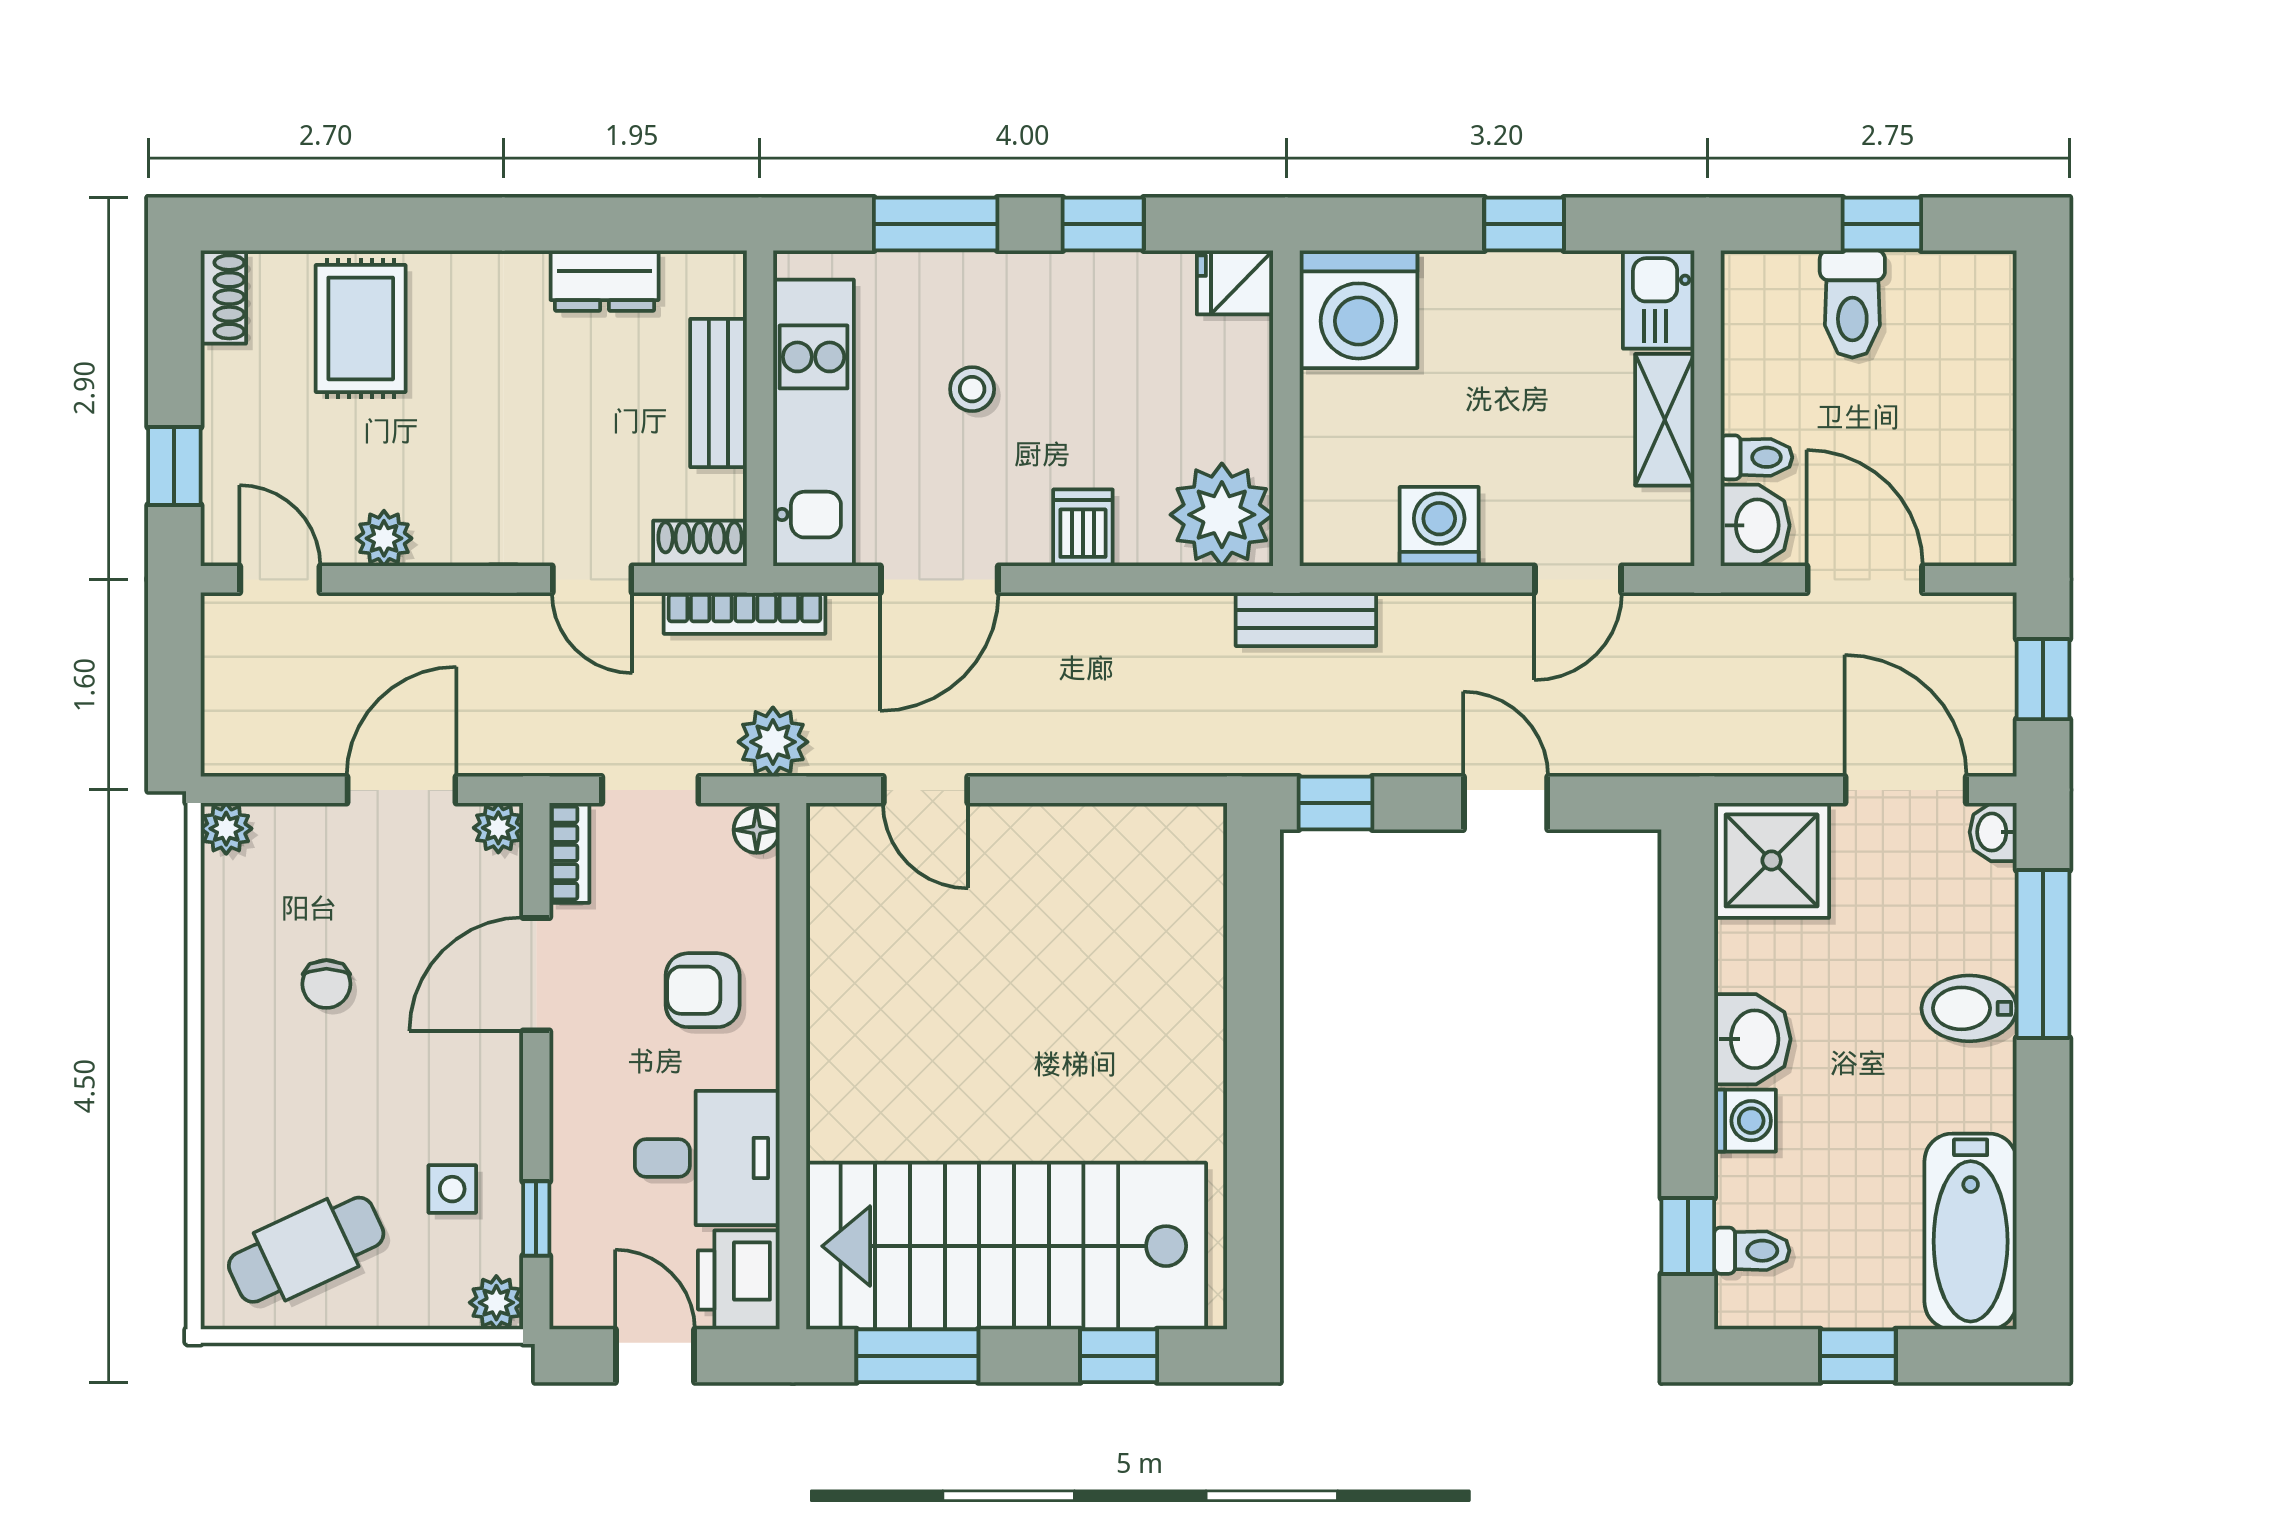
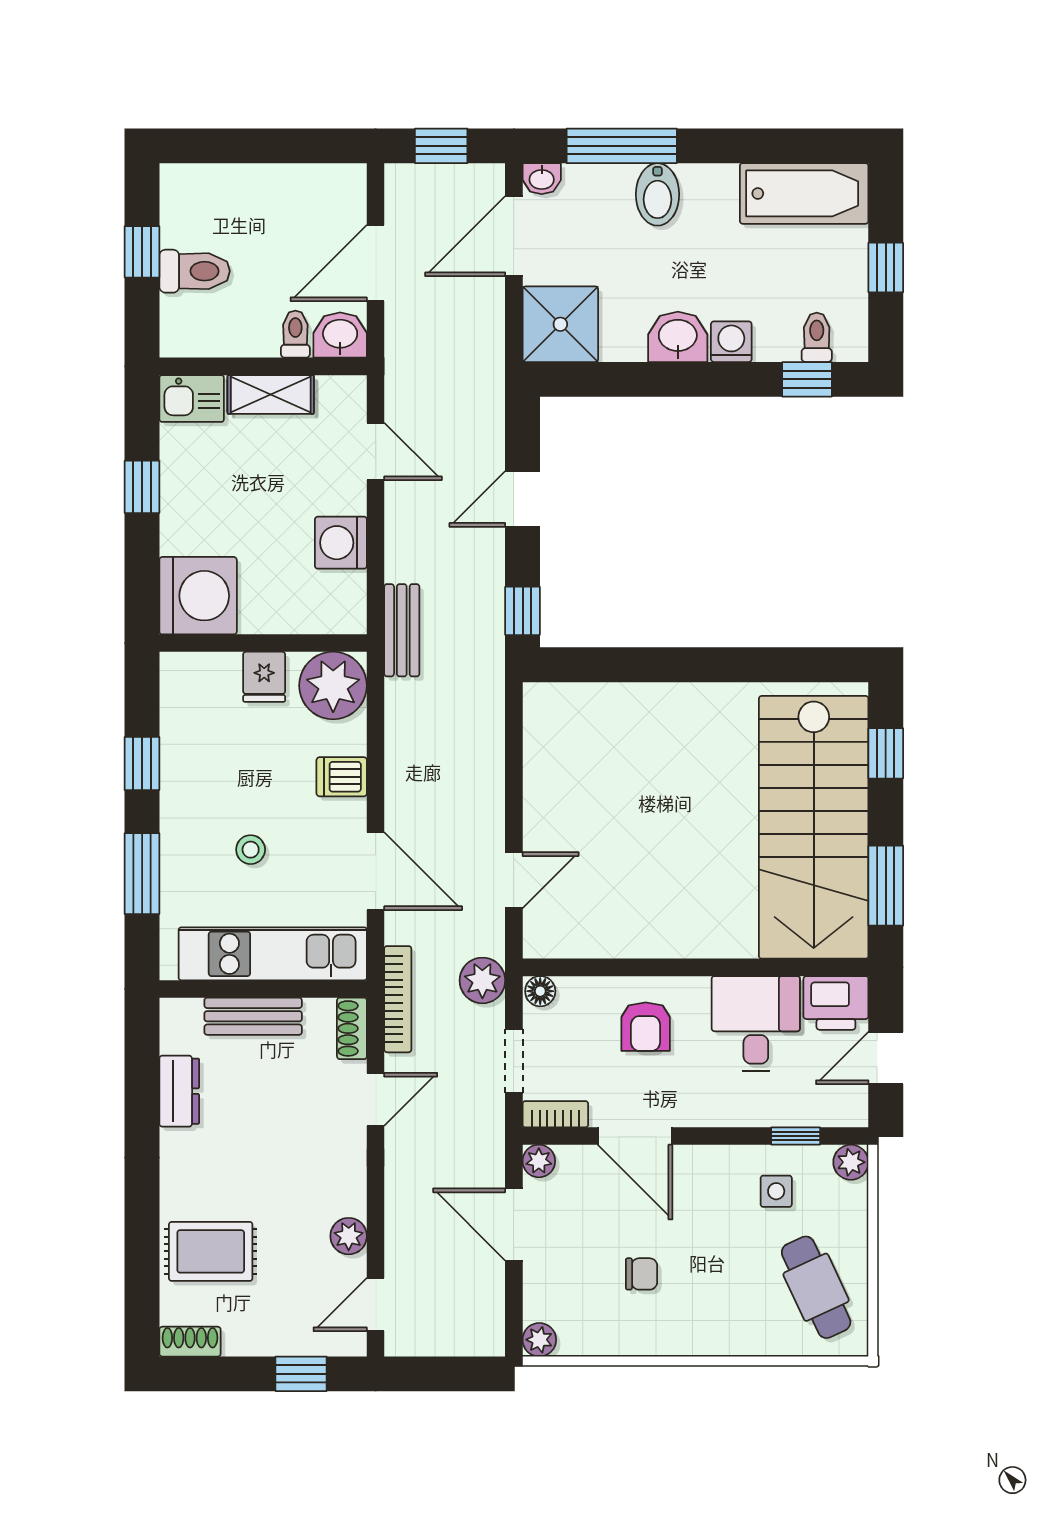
fridge: (1235, 282) -> (264, 677), moved

